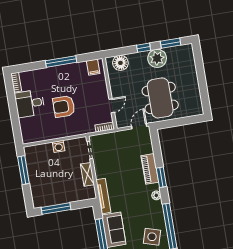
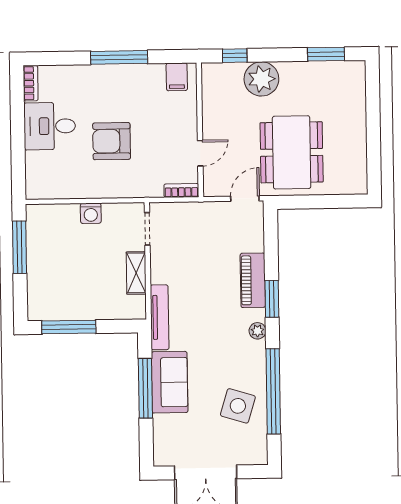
window: (144, 48) -> (235, 56), moved
plant: (157, 58) -> (261, 79), moved
floor lamp: (120, 63) -> (228, 77), removed

